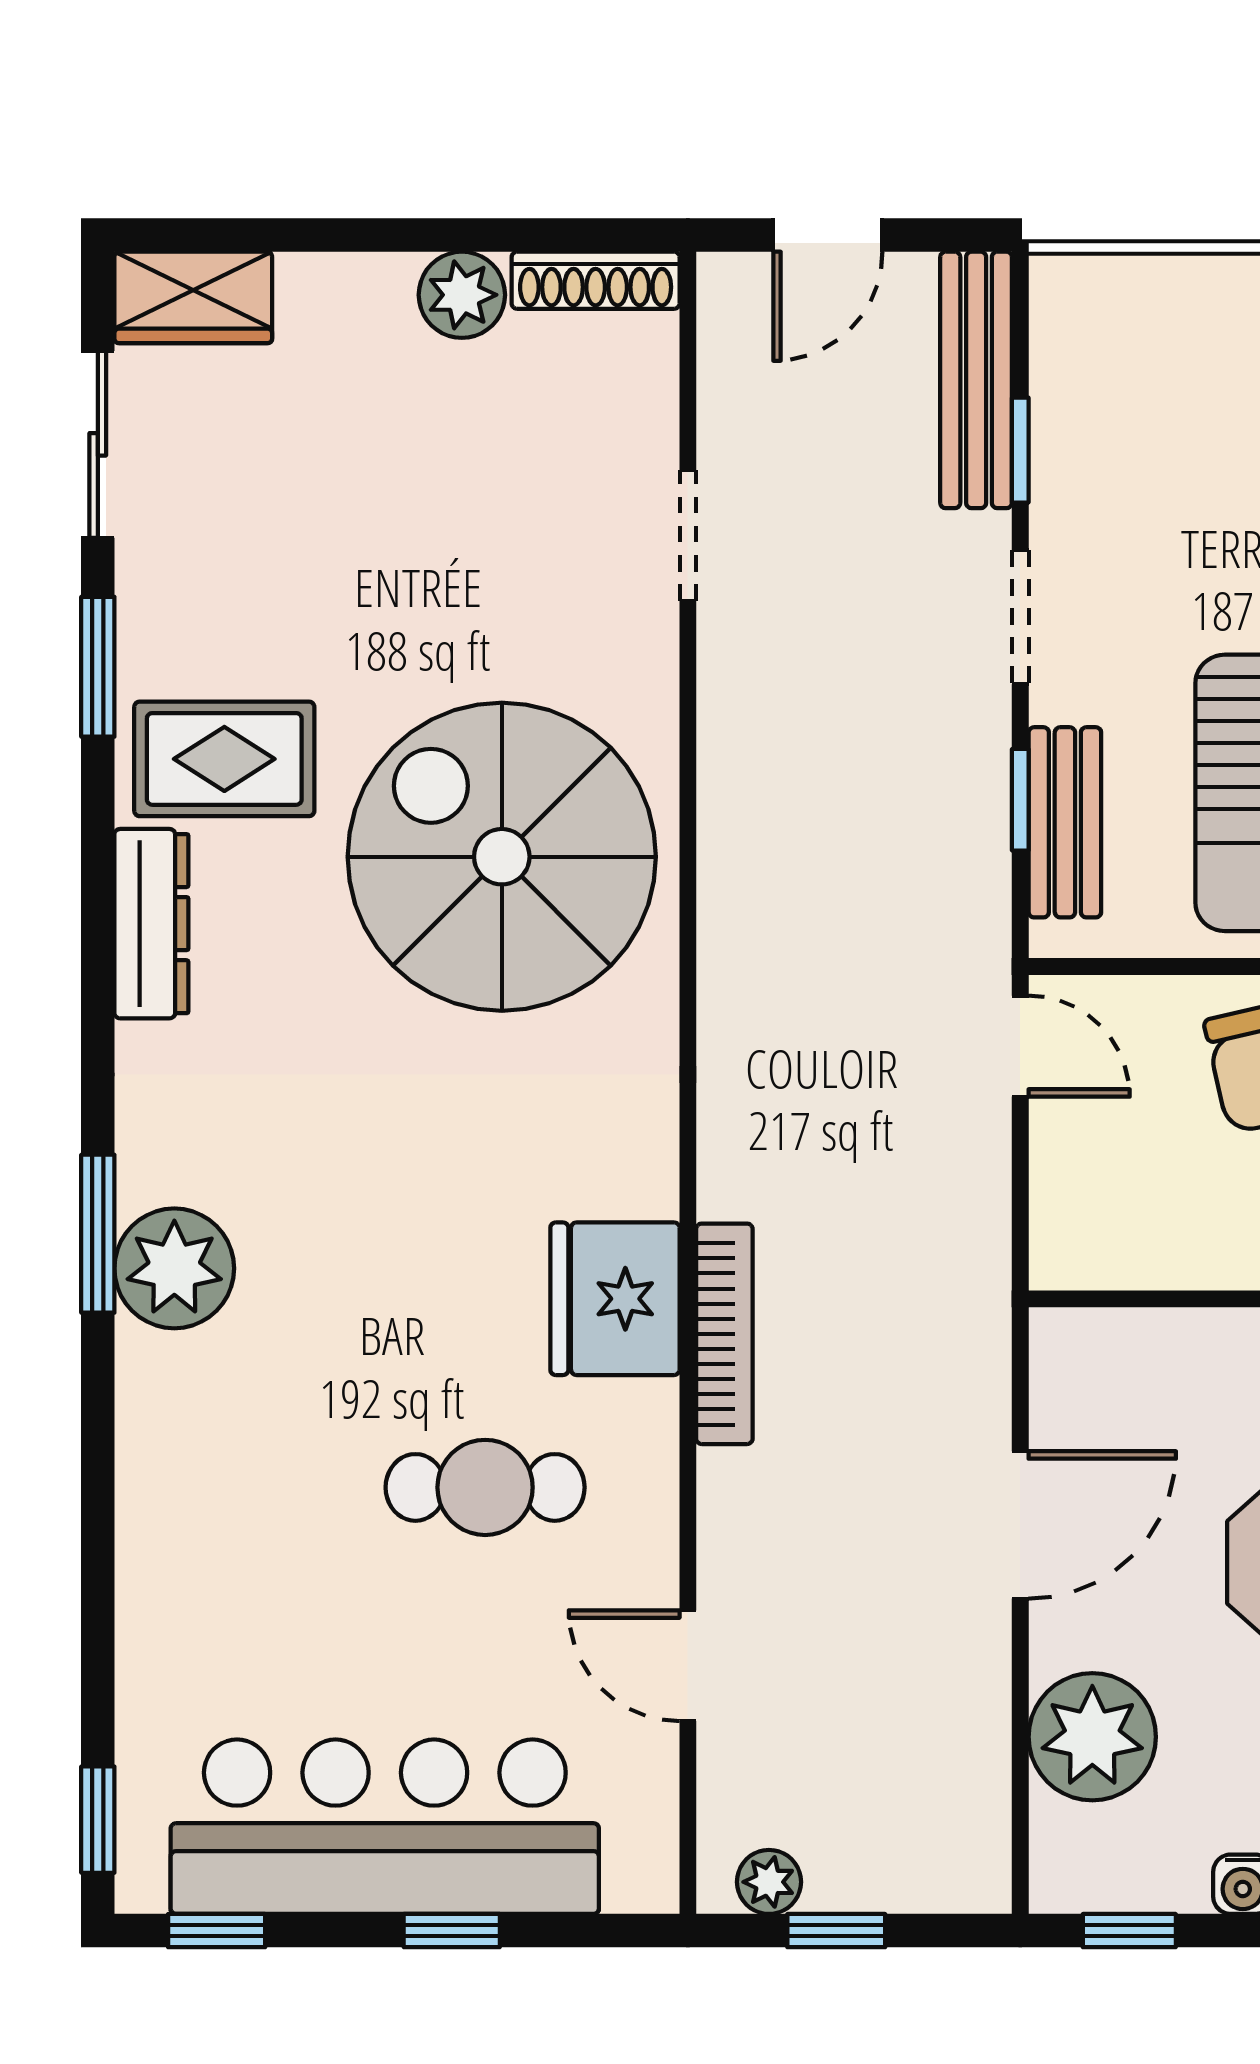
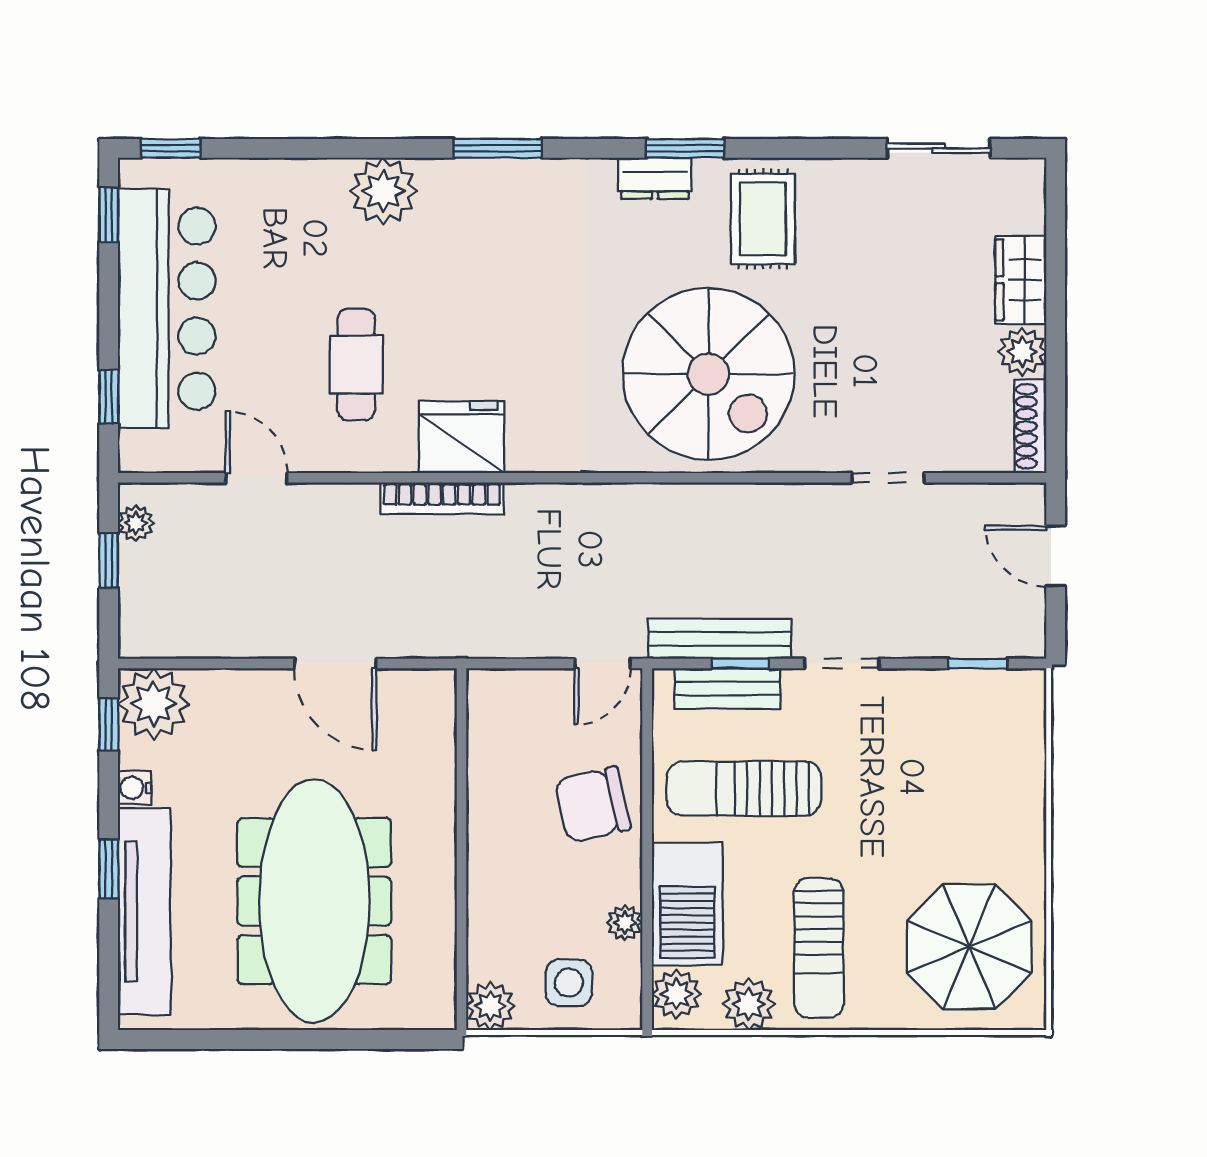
wardrobe: (193, 297) -> (1021, 280), moved
bench: (976, 380) -> (720, 639), moved
window: (1020, 450) -> (978, 664), moved
window: (98, 667) -> (685, 148), moved
spiral stairs: (502, 857) -> (708, 374), turned 90
dresser: (151, 924) -> (655, 178), width x0.70
plant: (174, 1268) -> (383, 191), moved
door: (688, 1666) -> (257, 478), hinge flipped
plant: (1092, 1737) -> (154, 704), moved
window: (452, 1931) -> (109, 397), moved

